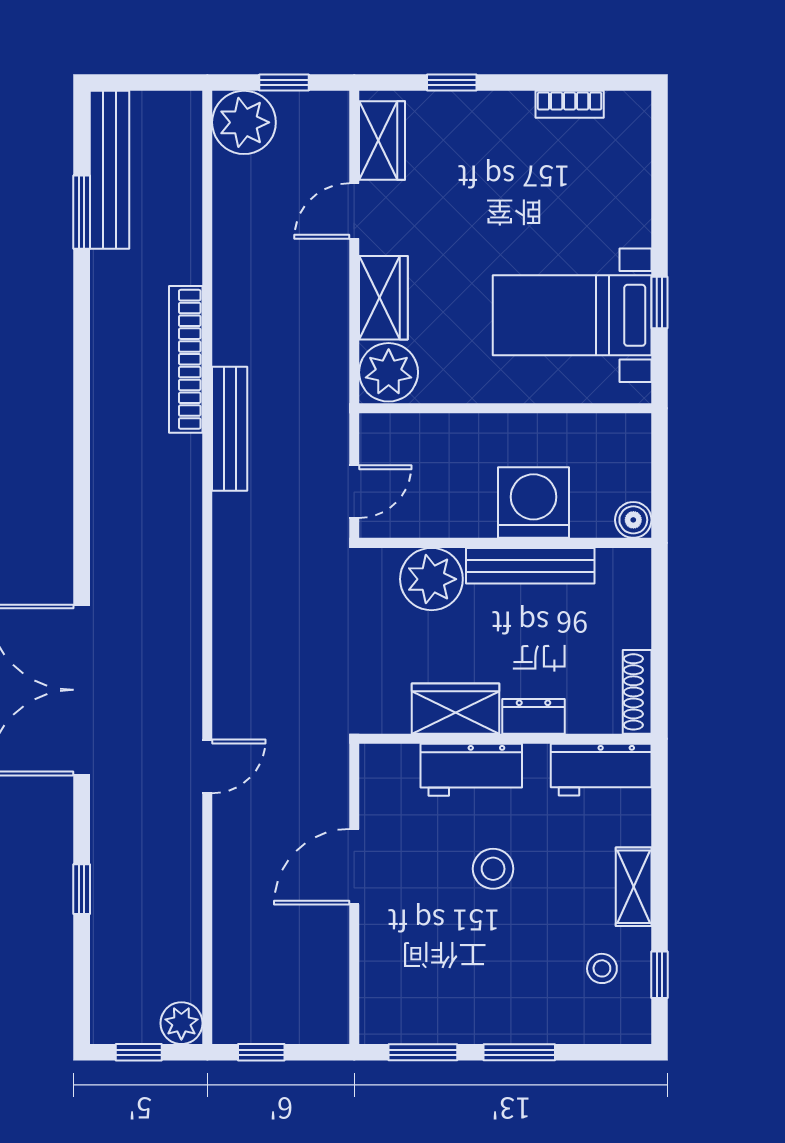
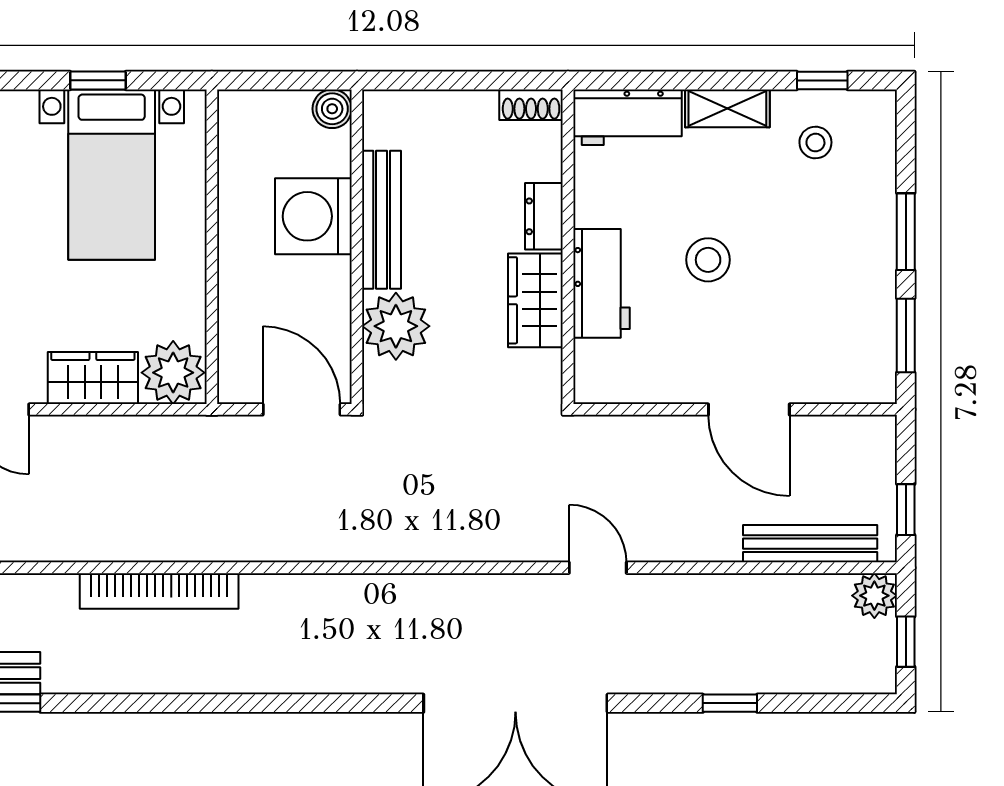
bench: (230, 429) -> (810, 544), moved
door: (354, 492) -> (302, 409), width x1.38
shoe rack: (637, 692) -> (531, 105), width x0.70
workbench: (601, 770) -> (627, 117), moved, turned 90
door: (354, 867) -> (749, 409), moved

